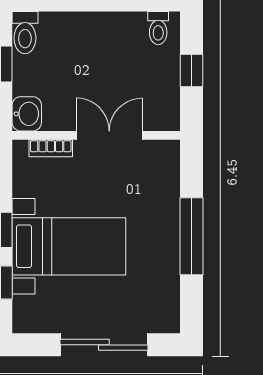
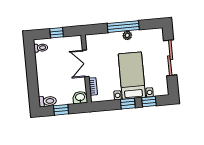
plant: (169, 244) -> (127, 35), added

